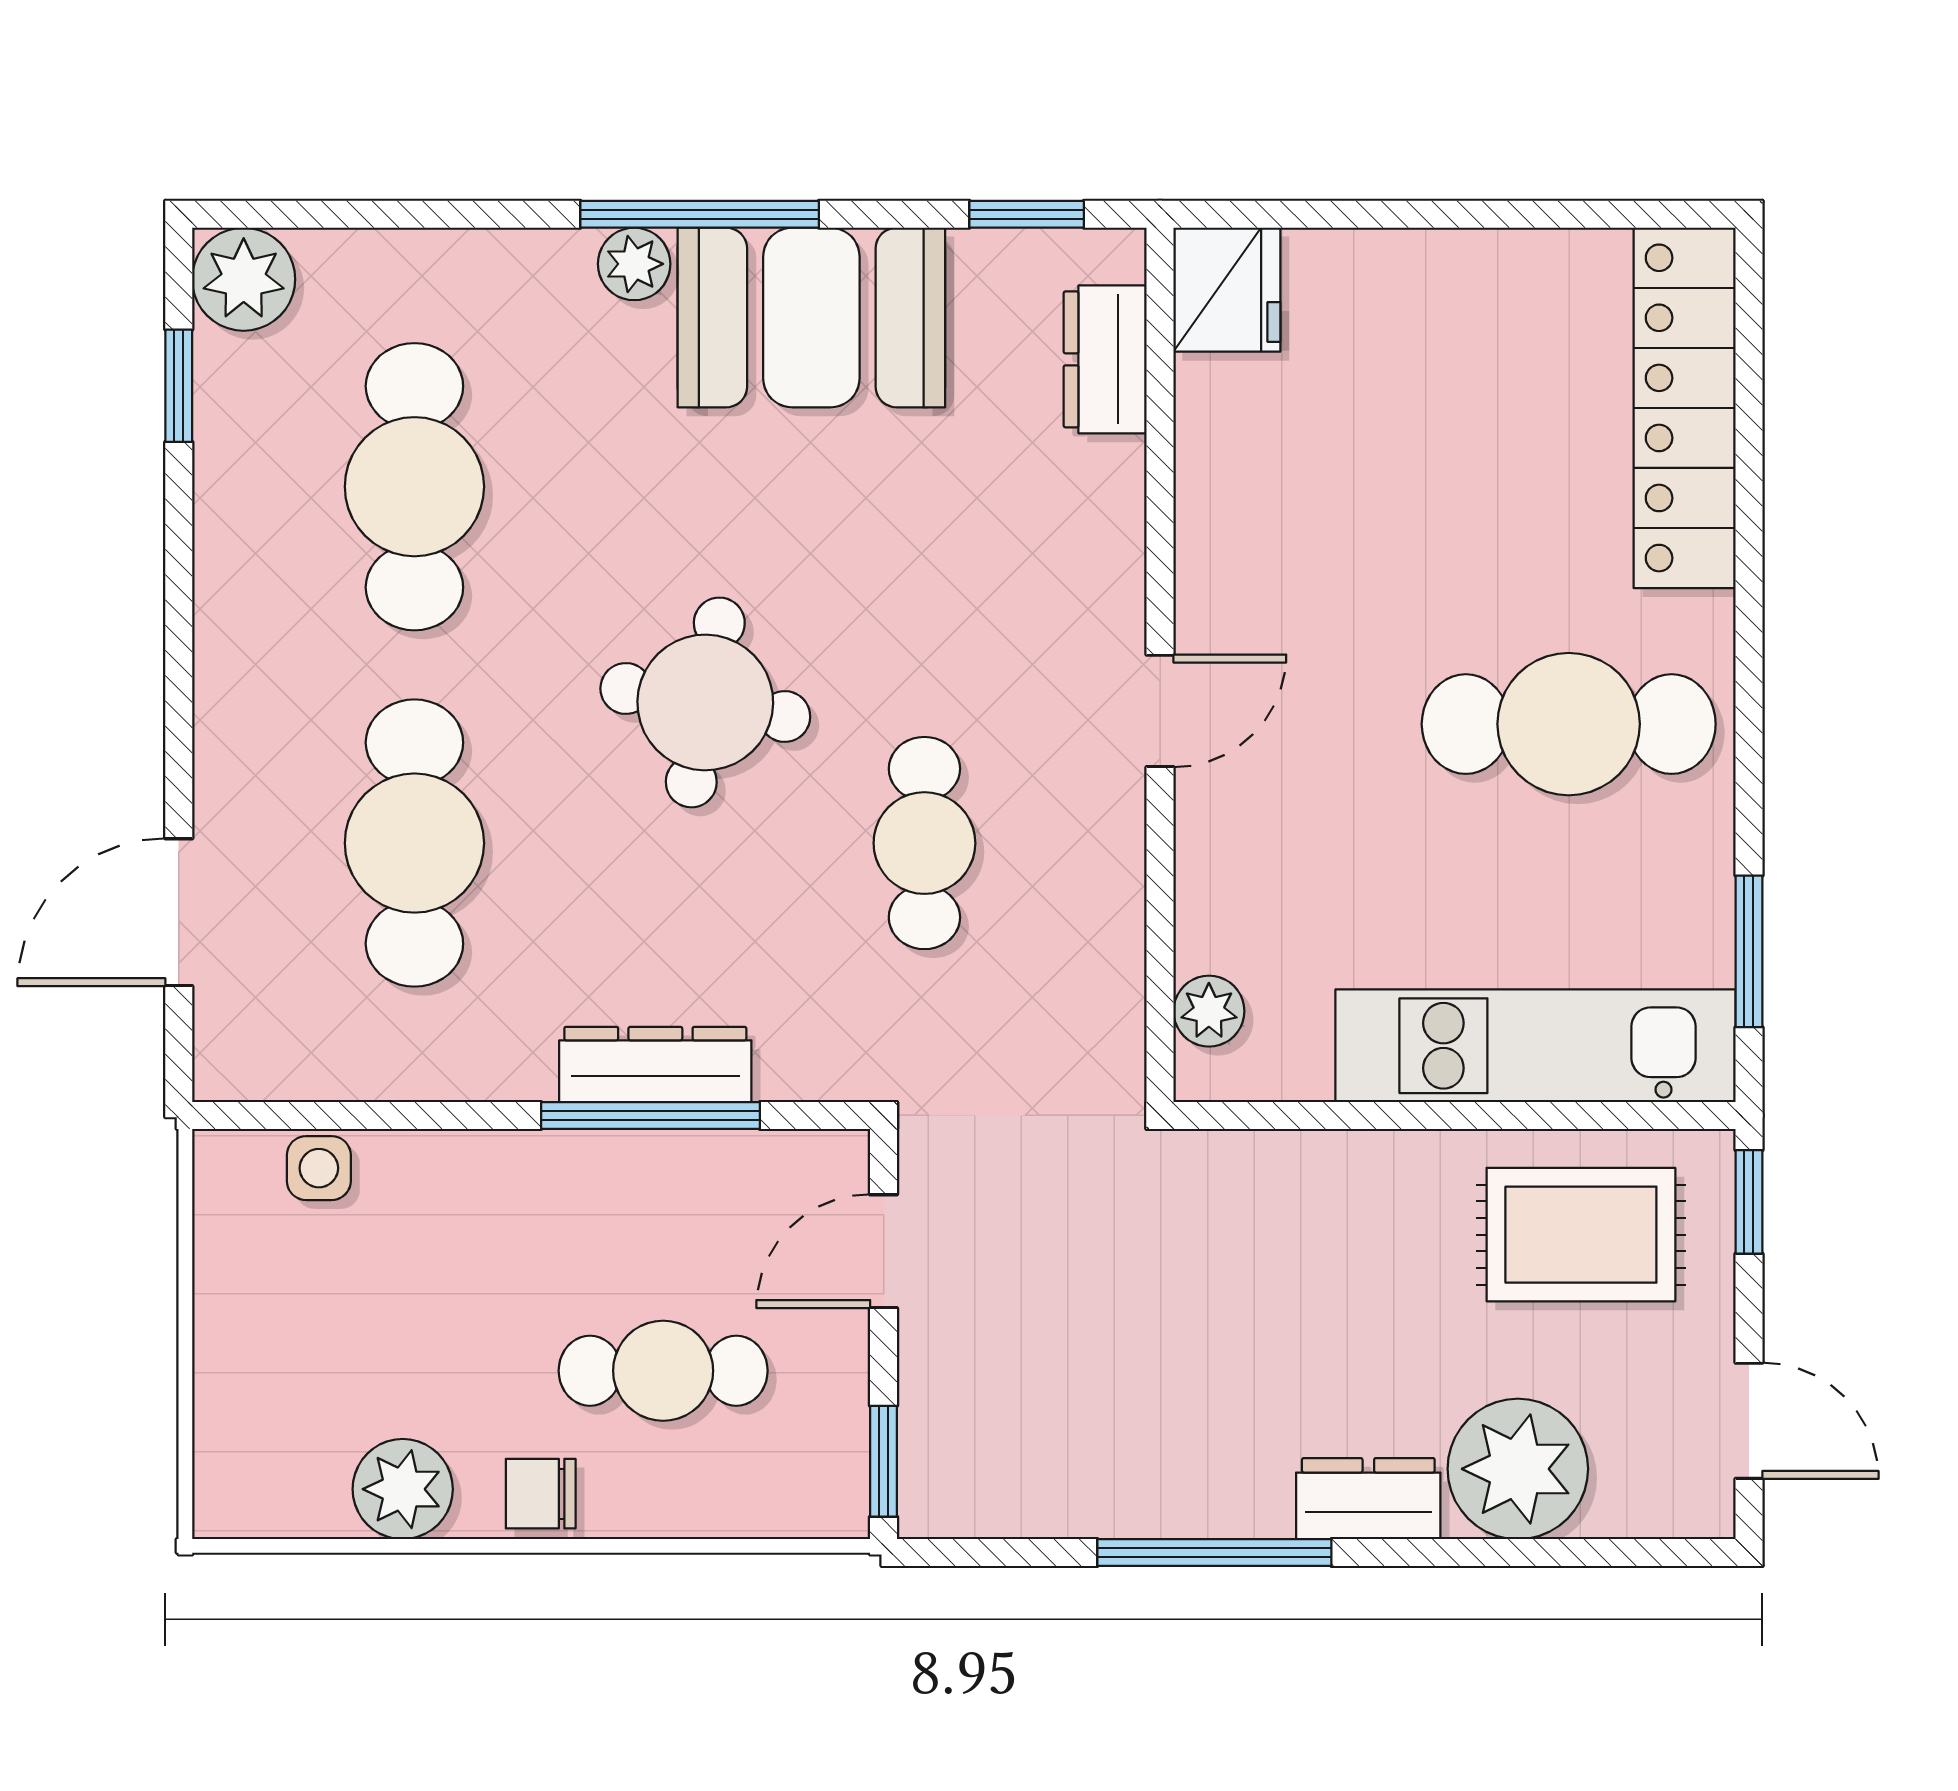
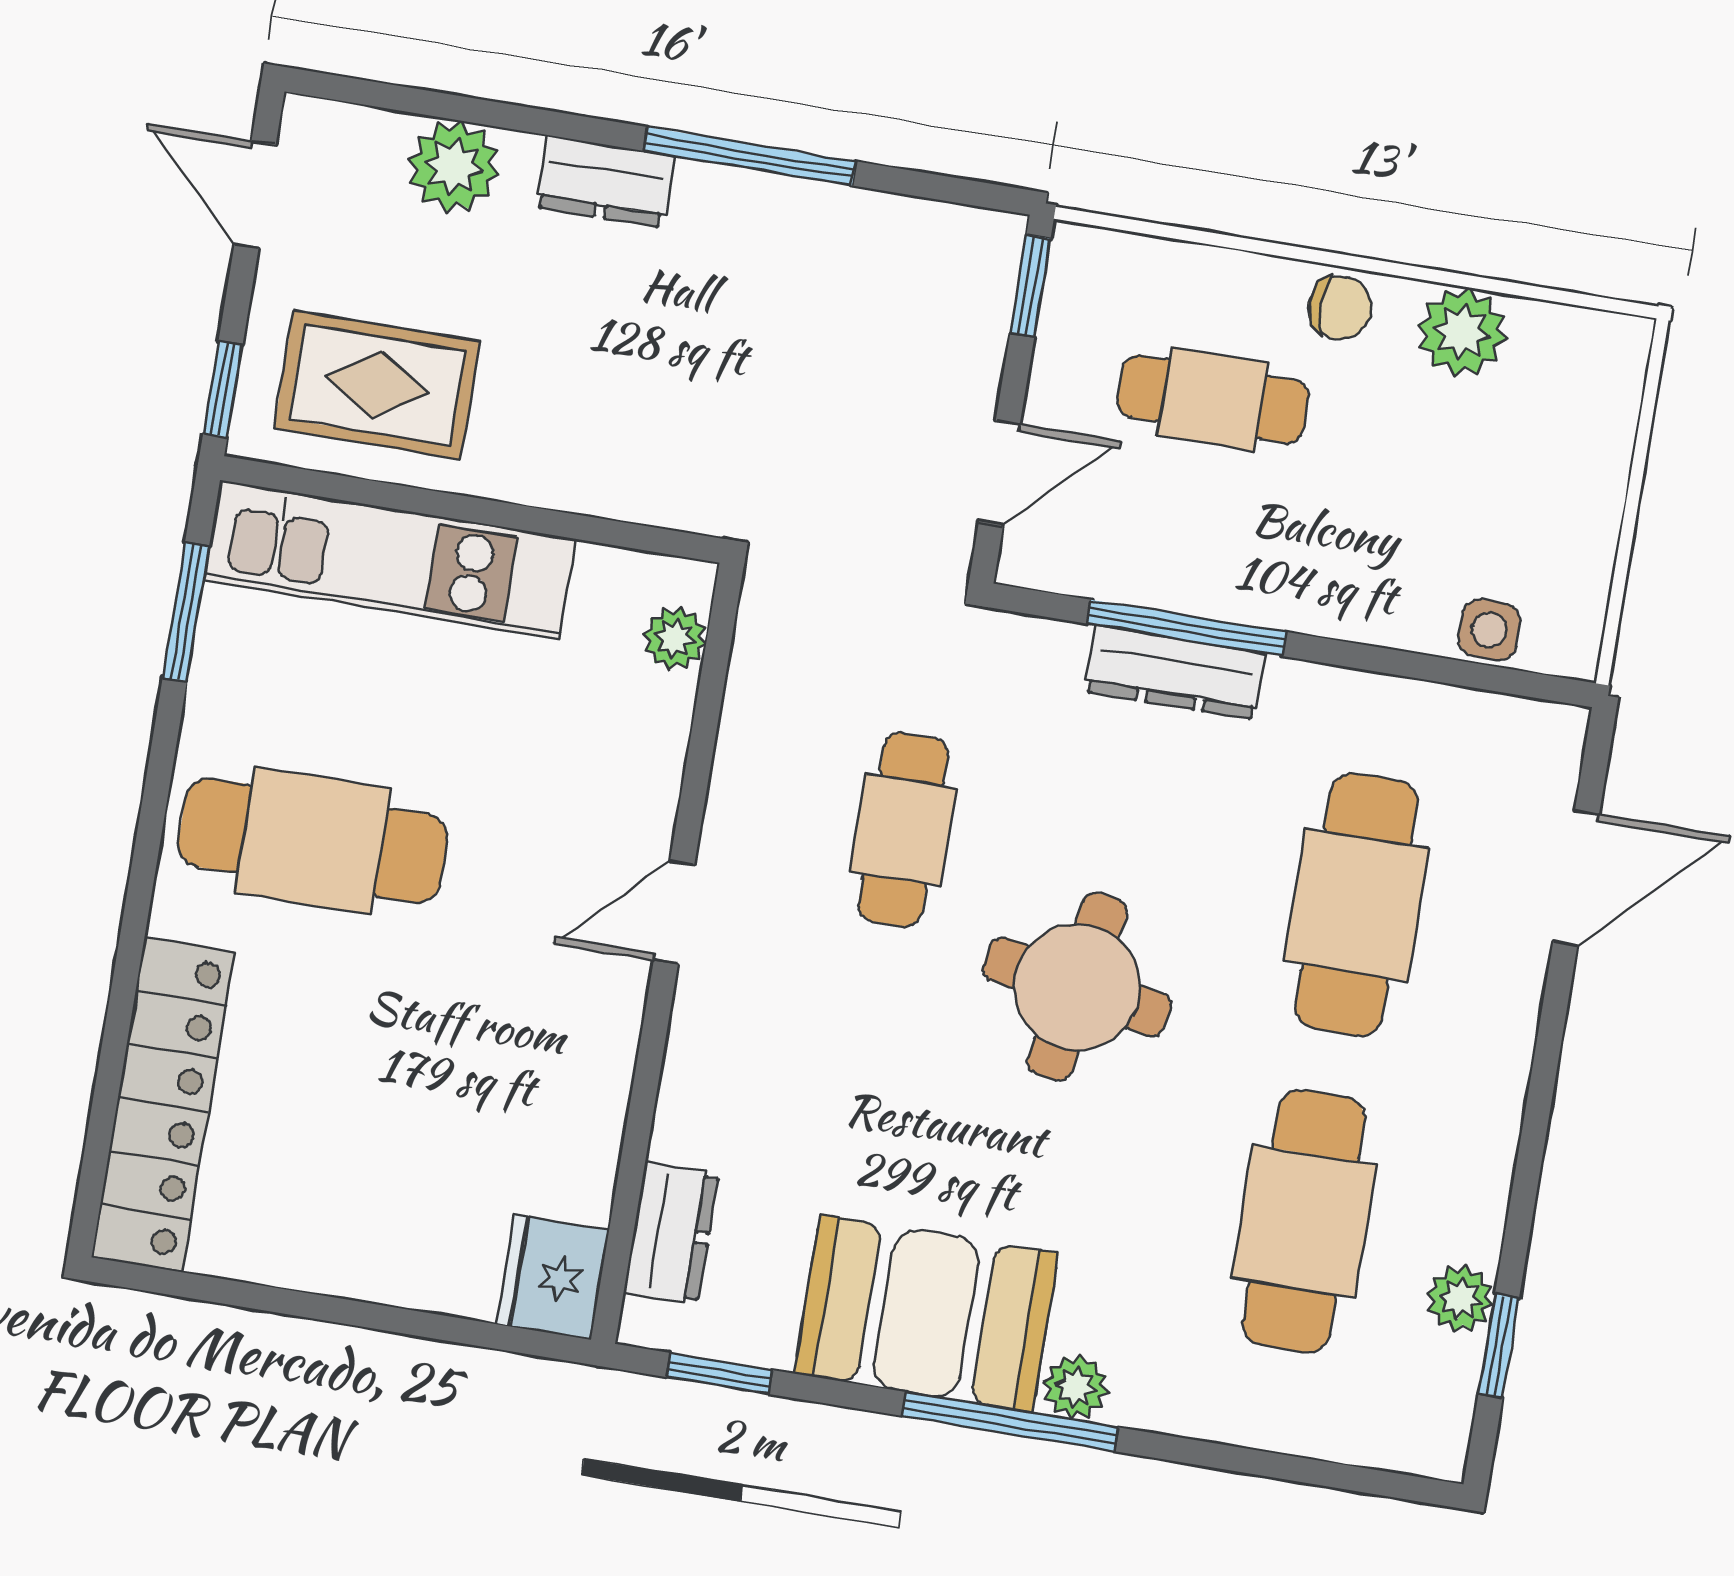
plant: (244, 279) -> (1460, 1299), moved, width x0.73, depth x0.73
plant: (1518, 1469) -> (454, 166), width x0.73, depth x0.73

